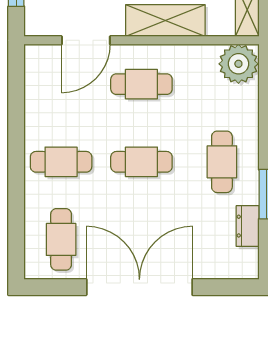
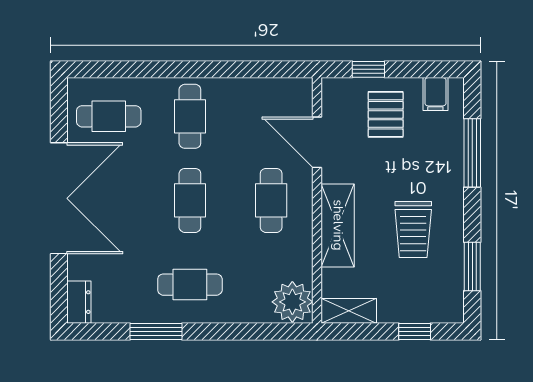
dresser: (248, 226) -> (79, 302), moved, turned 90

